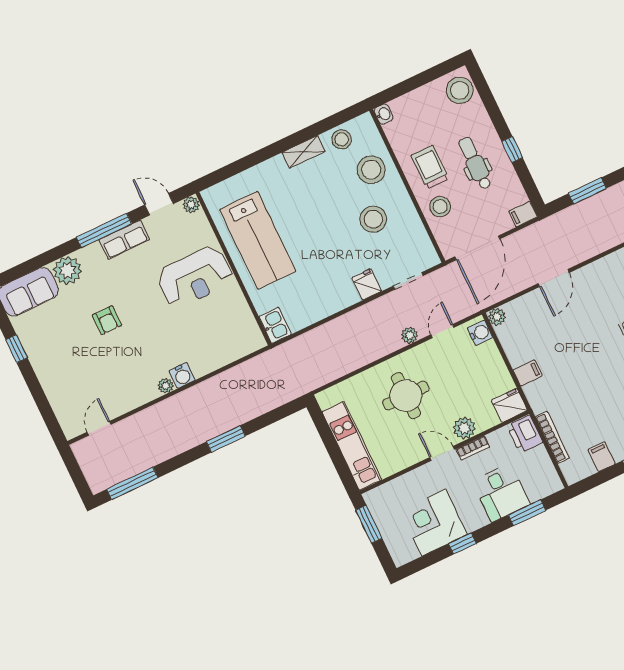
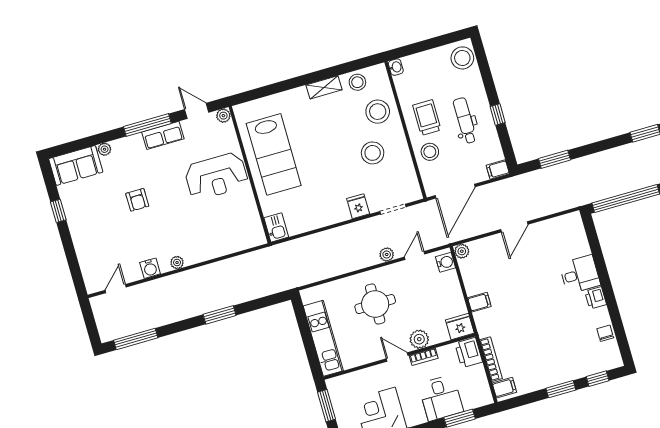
plant: (68, 270) -> (105, 149), width x0.53, depth x0.53
water cooler: (182, 375) -> (150, 268), moved
filing cabinet: (602, 457) -> (504, 388), moved, turned 90

